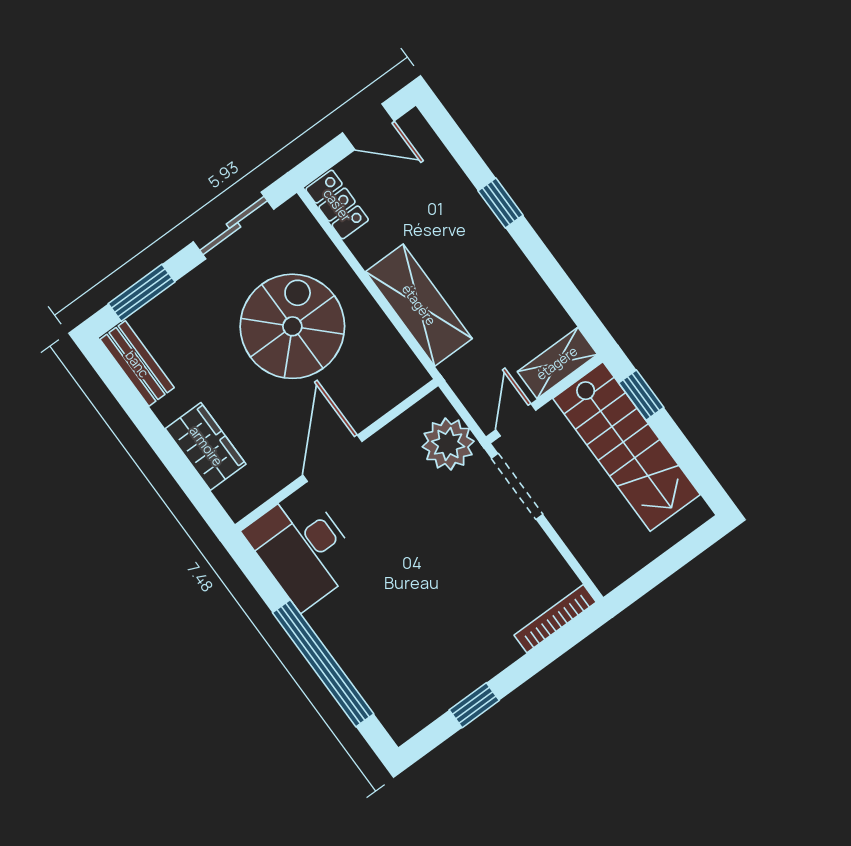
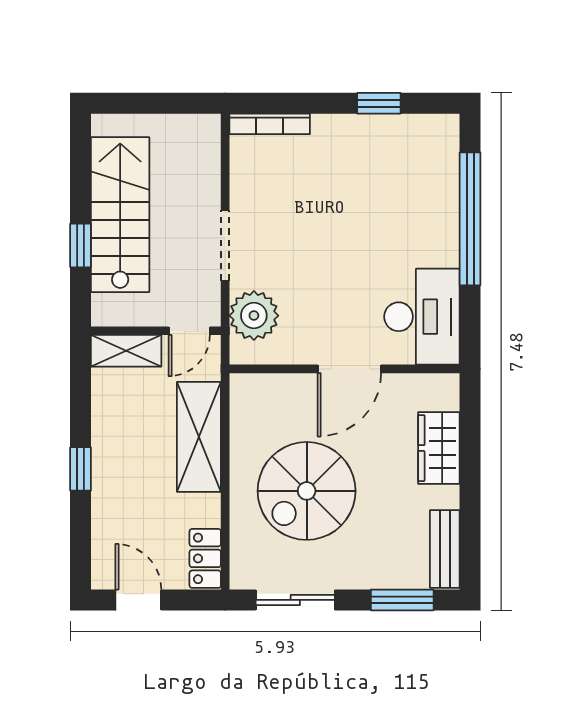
shelving: (557, 363) -> (126, 351), moved
wall: (544, 399) -> (156, 331), moved
door: (516, 420) -> (189, 331), moved

